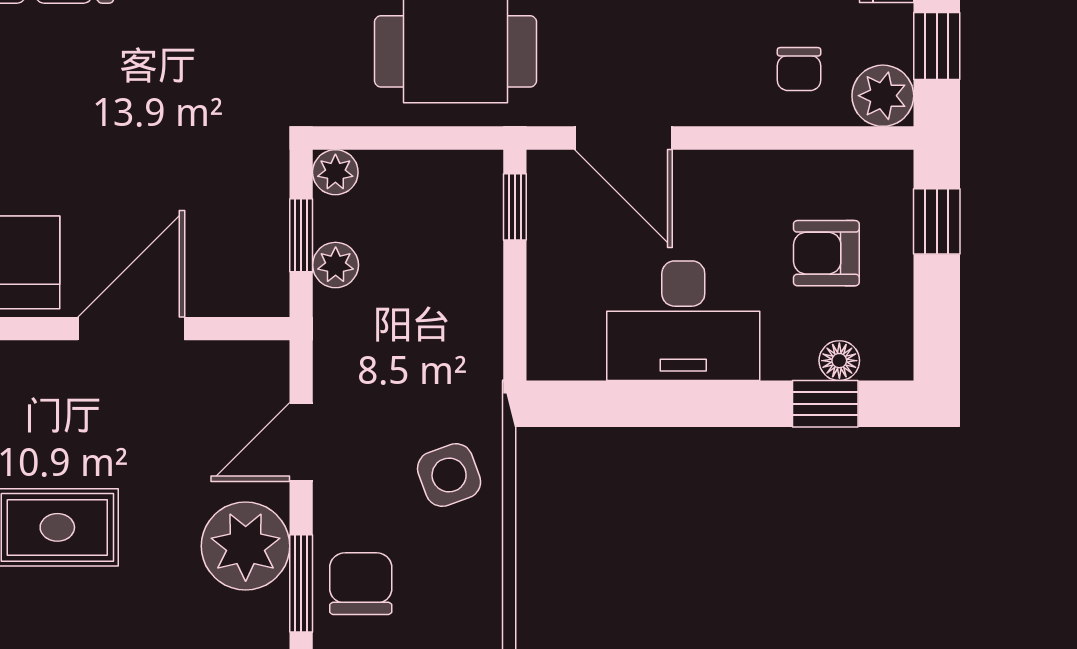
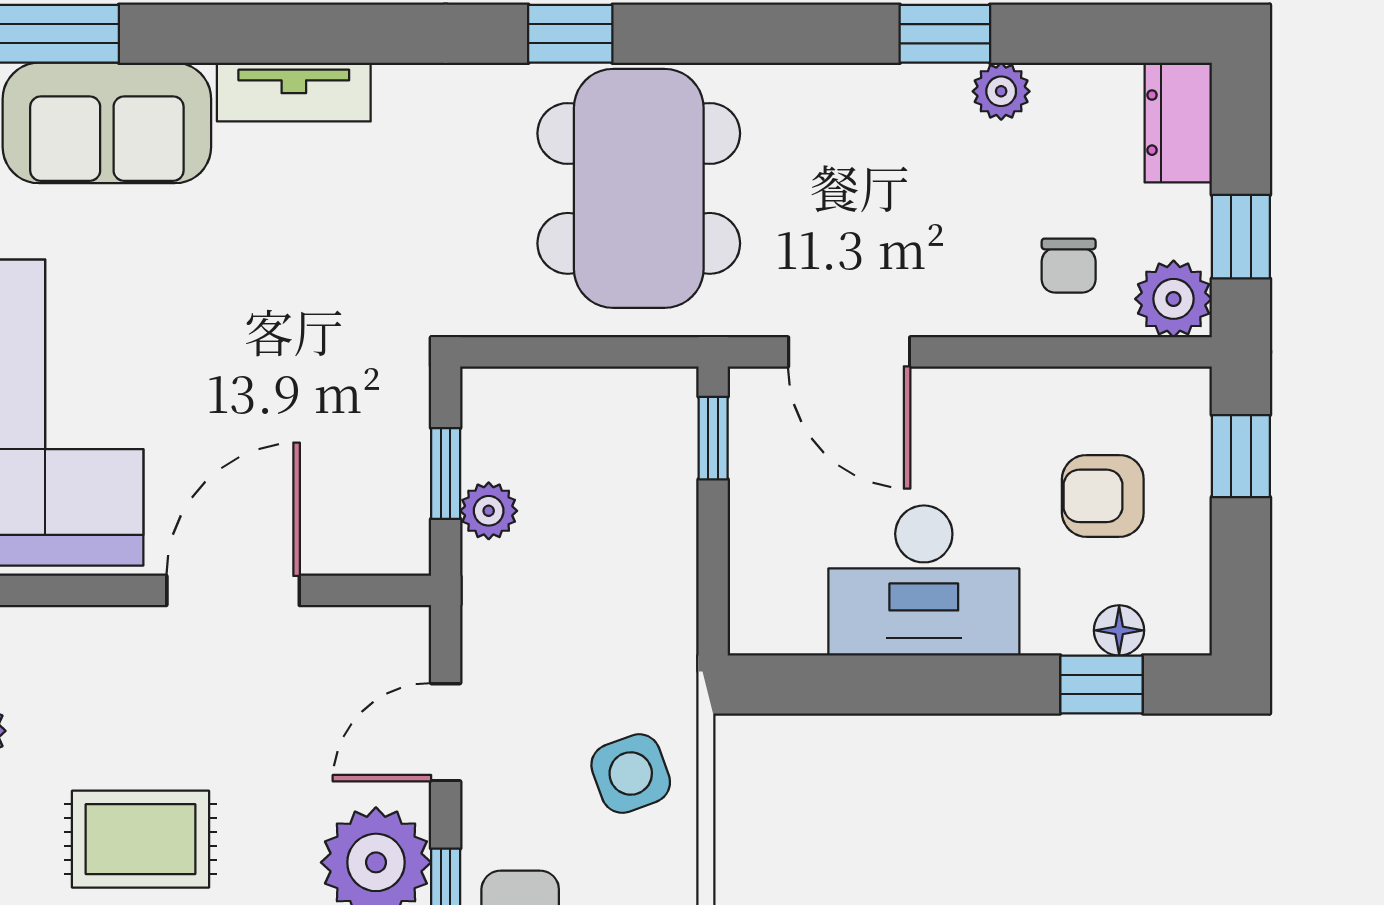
plant: (335, 172) -> (488, 395), removed

